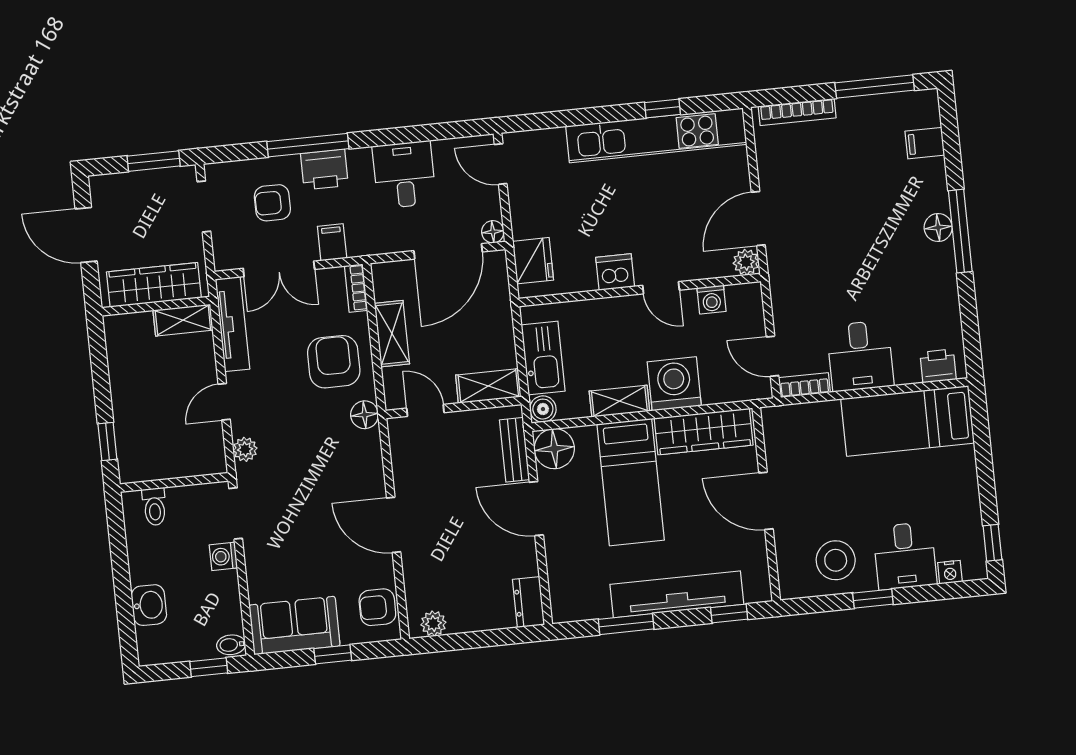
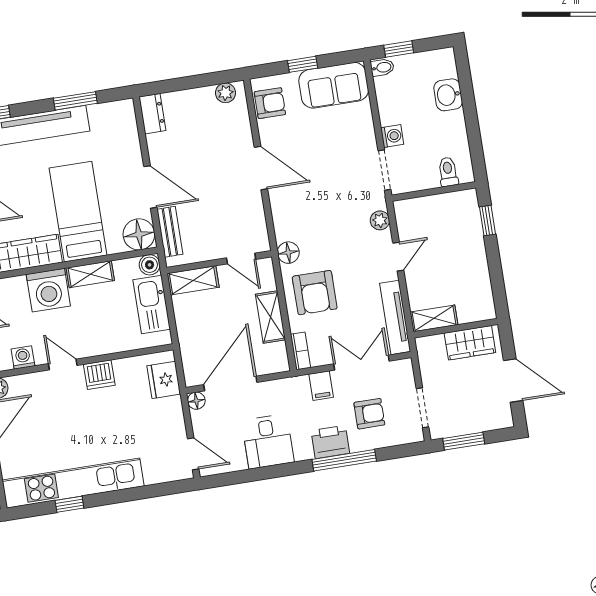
wardrobe: (154, 285) -> (470, 343), width x0.67

